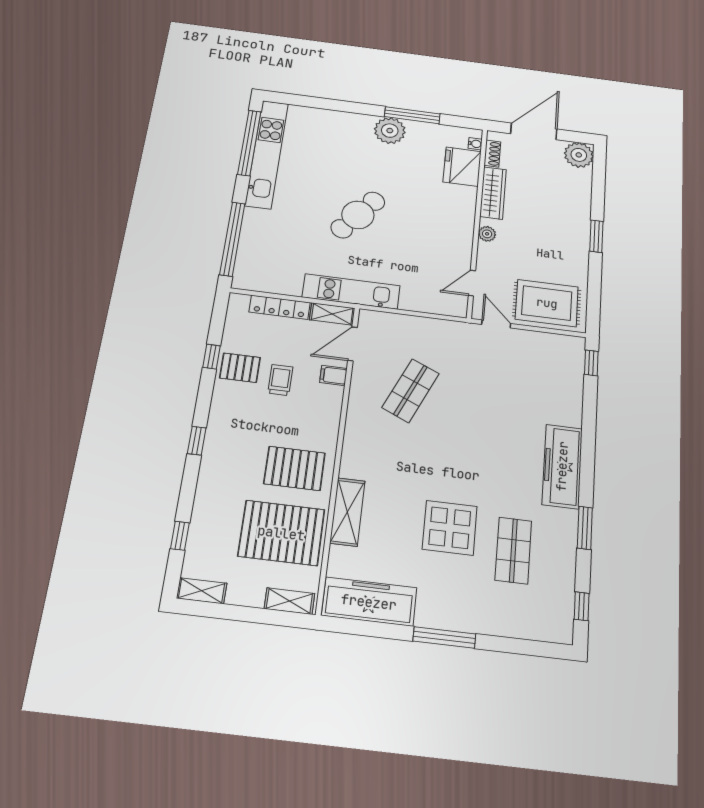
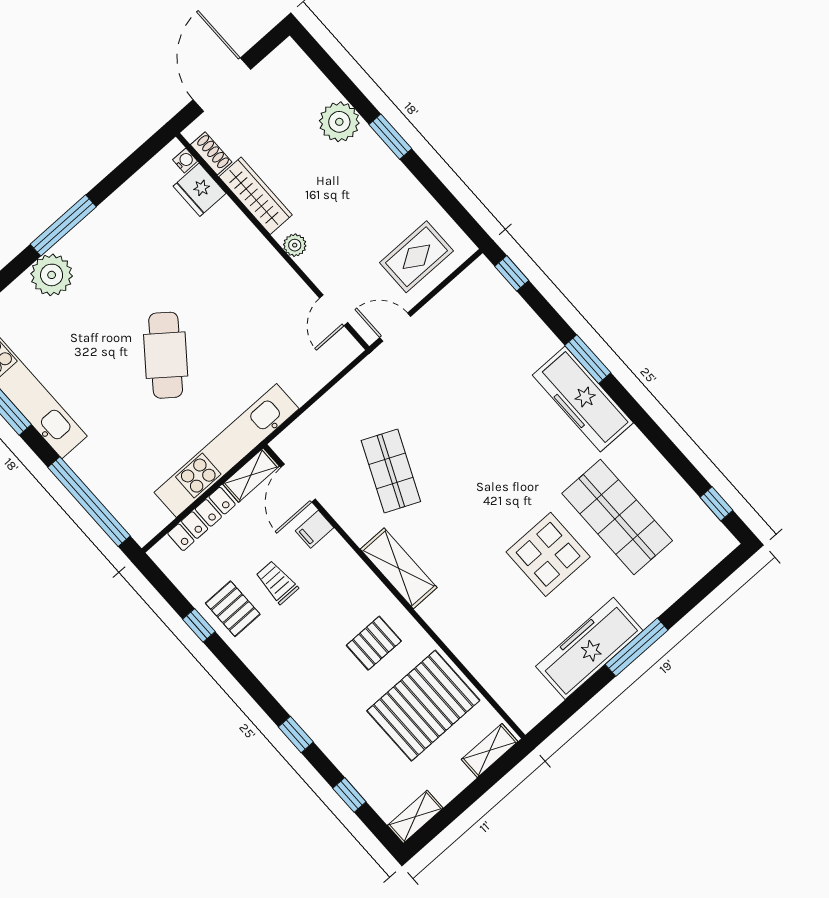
window: (412, 115) -> (63, 225), moved
plant: (390, 131) -> (52, 275), moved
plant: (579, 155) -> (339, 122), moved
fridge: (462, 167) -> (199, 190), width x0.73, depth x0.75
kitchen unit: (351, 291) -> (226, 451), width x1.36
rug: (547, 303) -> (416, 257), width x0.73, depth x0.70
pallet: (240, 368) -> (233, 609), turned 90
window: (197, 441) -> (296, 734), moved
pallet: (294, 468) -> (374, 643), width x0.67, depth x0.71
shelving: (347, 512) -> (399, 568), moved
window: (585, 528) -> (588, 359), moved
shop shelf: (513, 550) -> (617, 517), width x1.43, depth x1.36
freezer: (369, 602) -> (589, 648), moved

